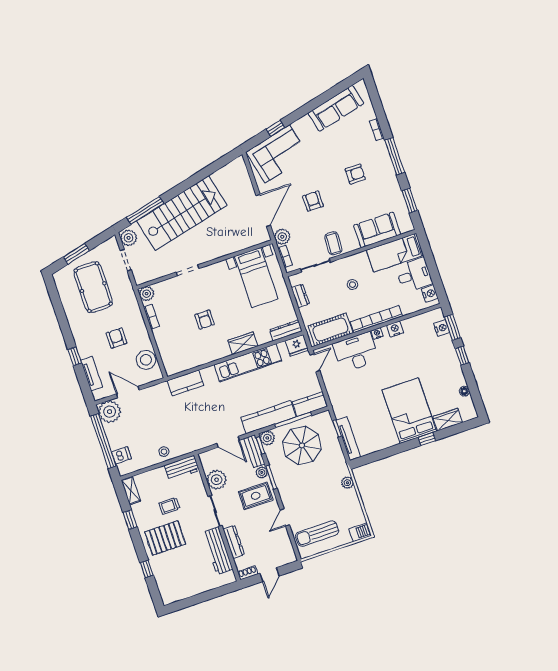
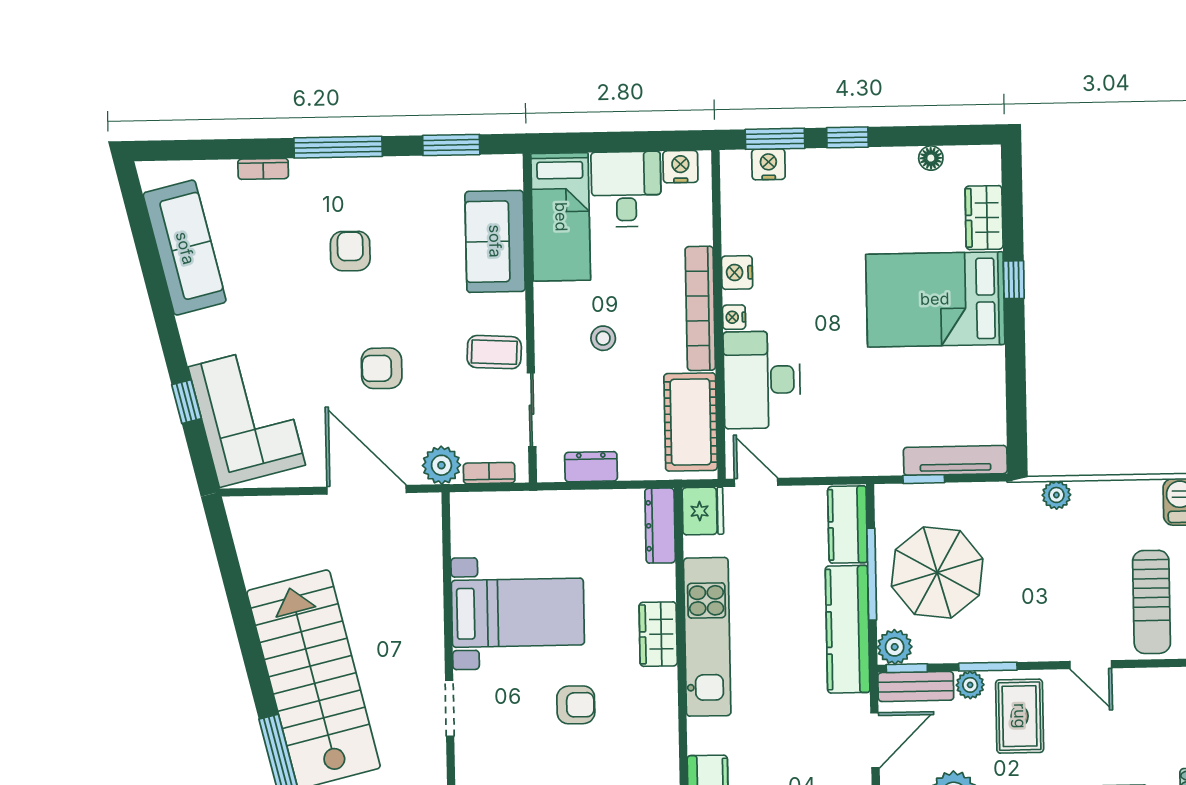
bed with nightstands: (256, 278) -> (518, 613), moved

